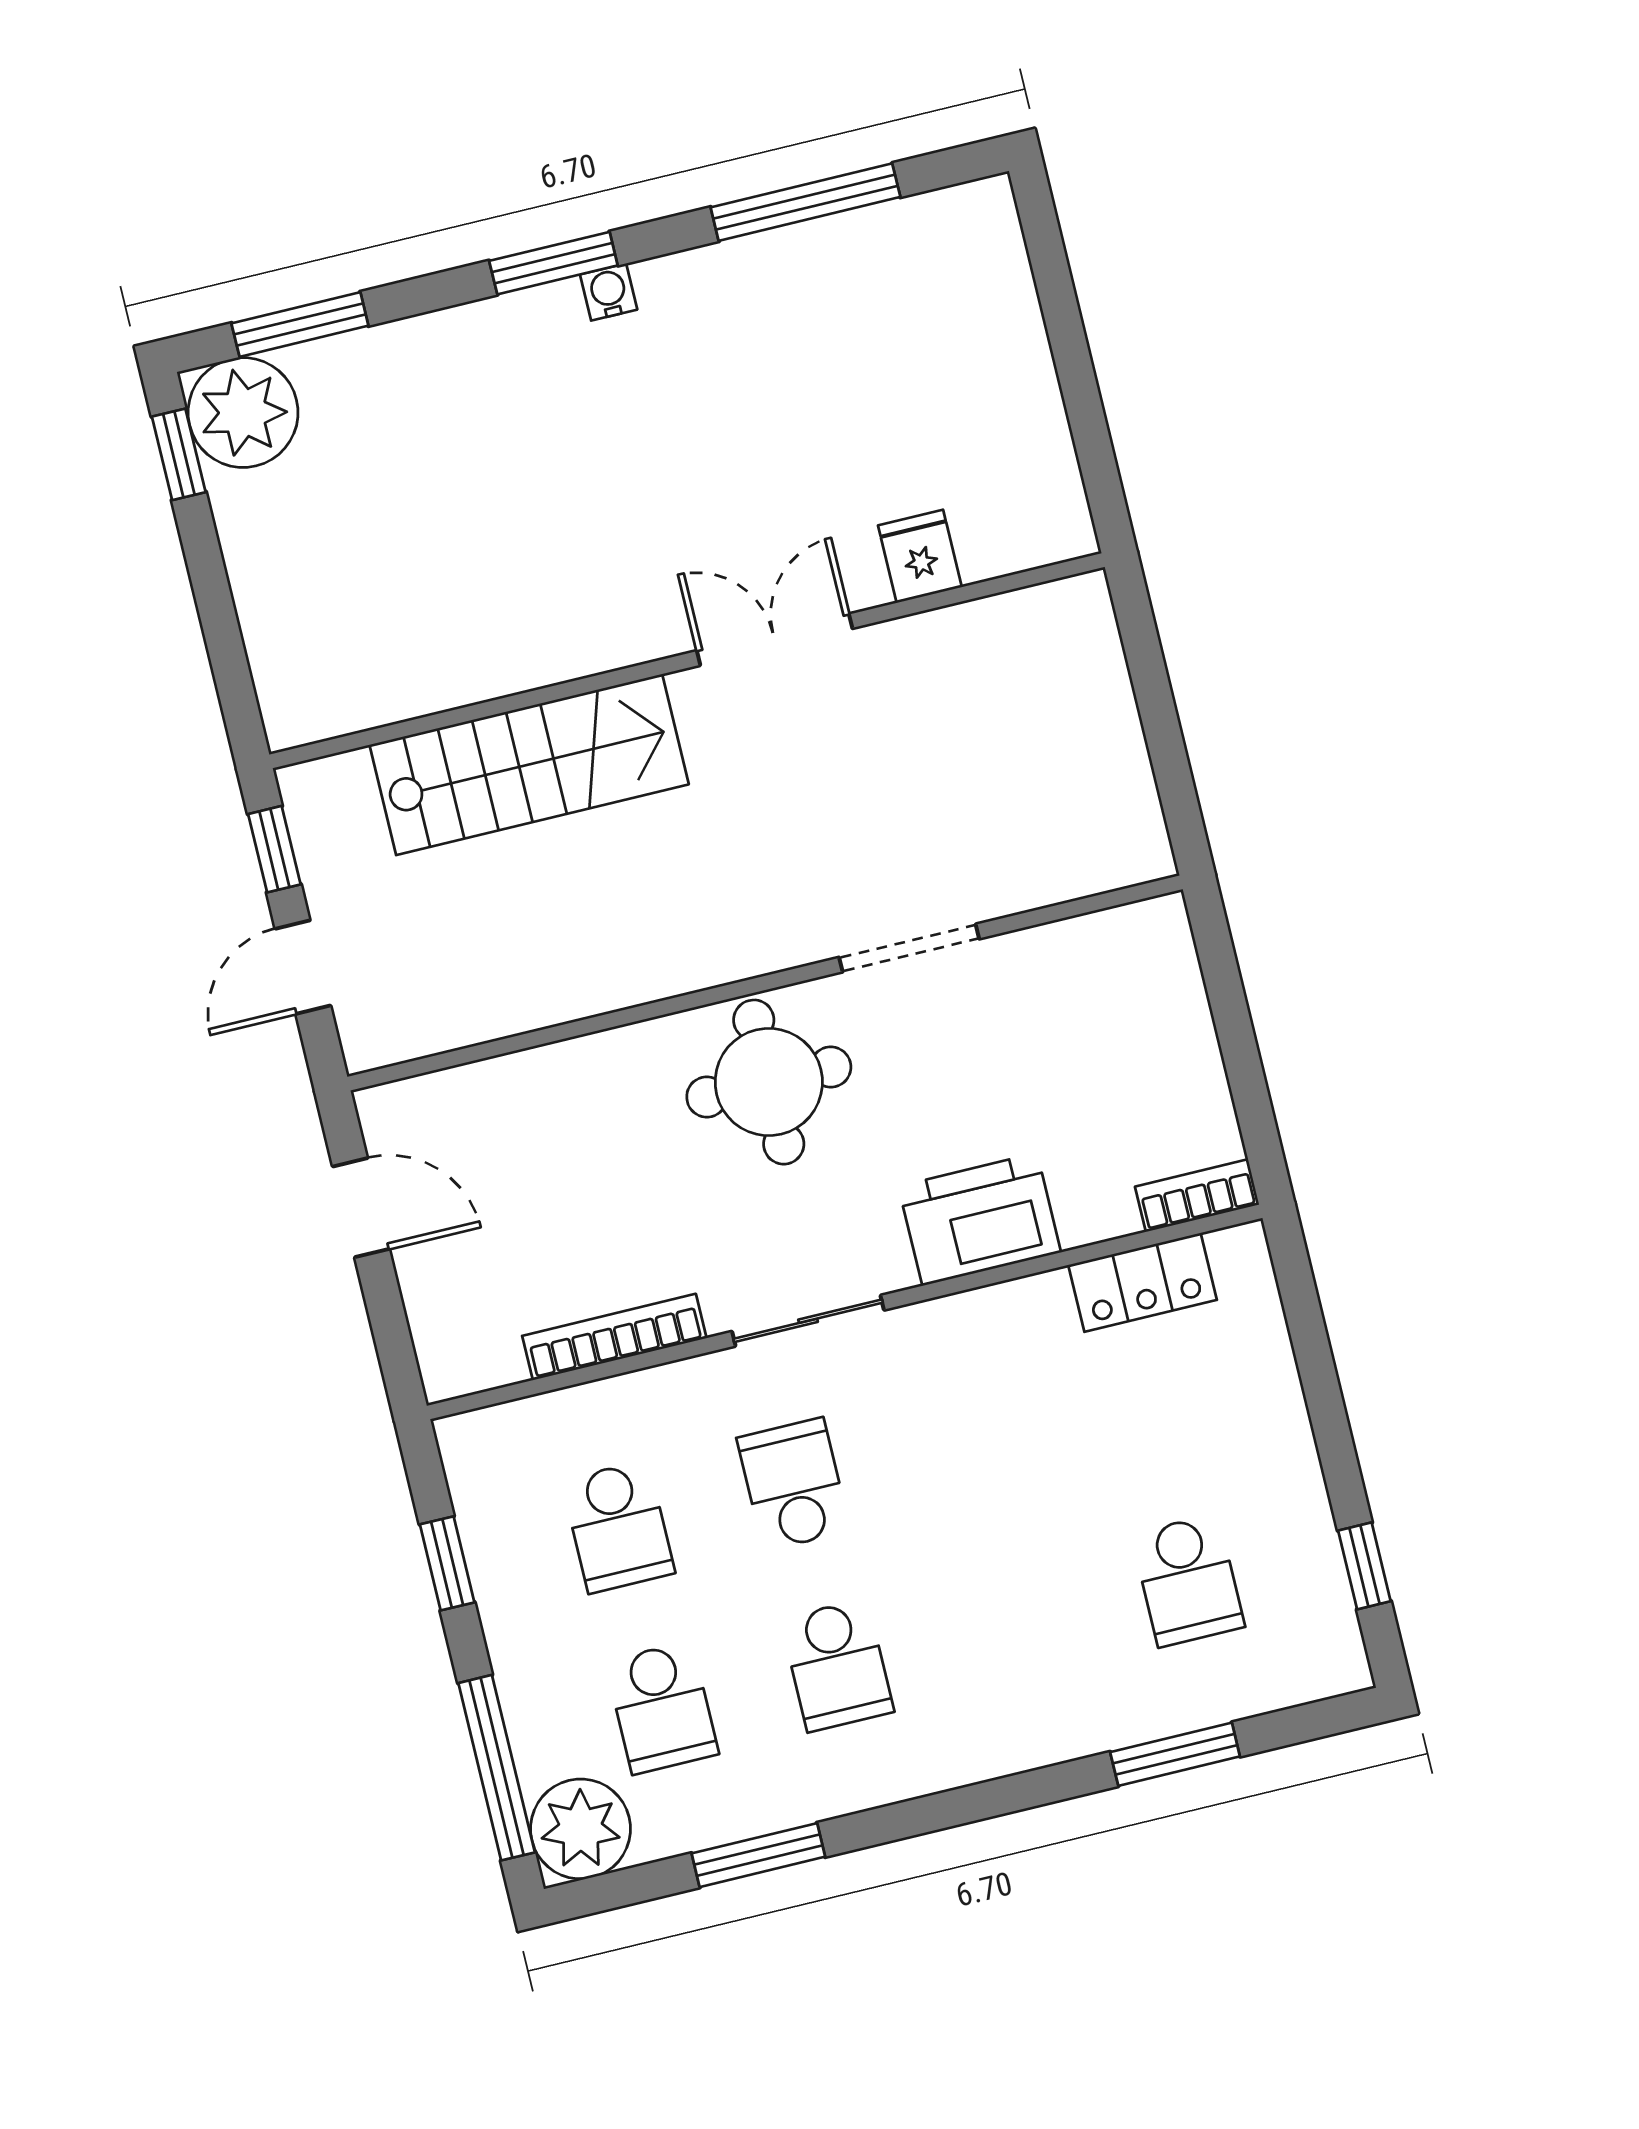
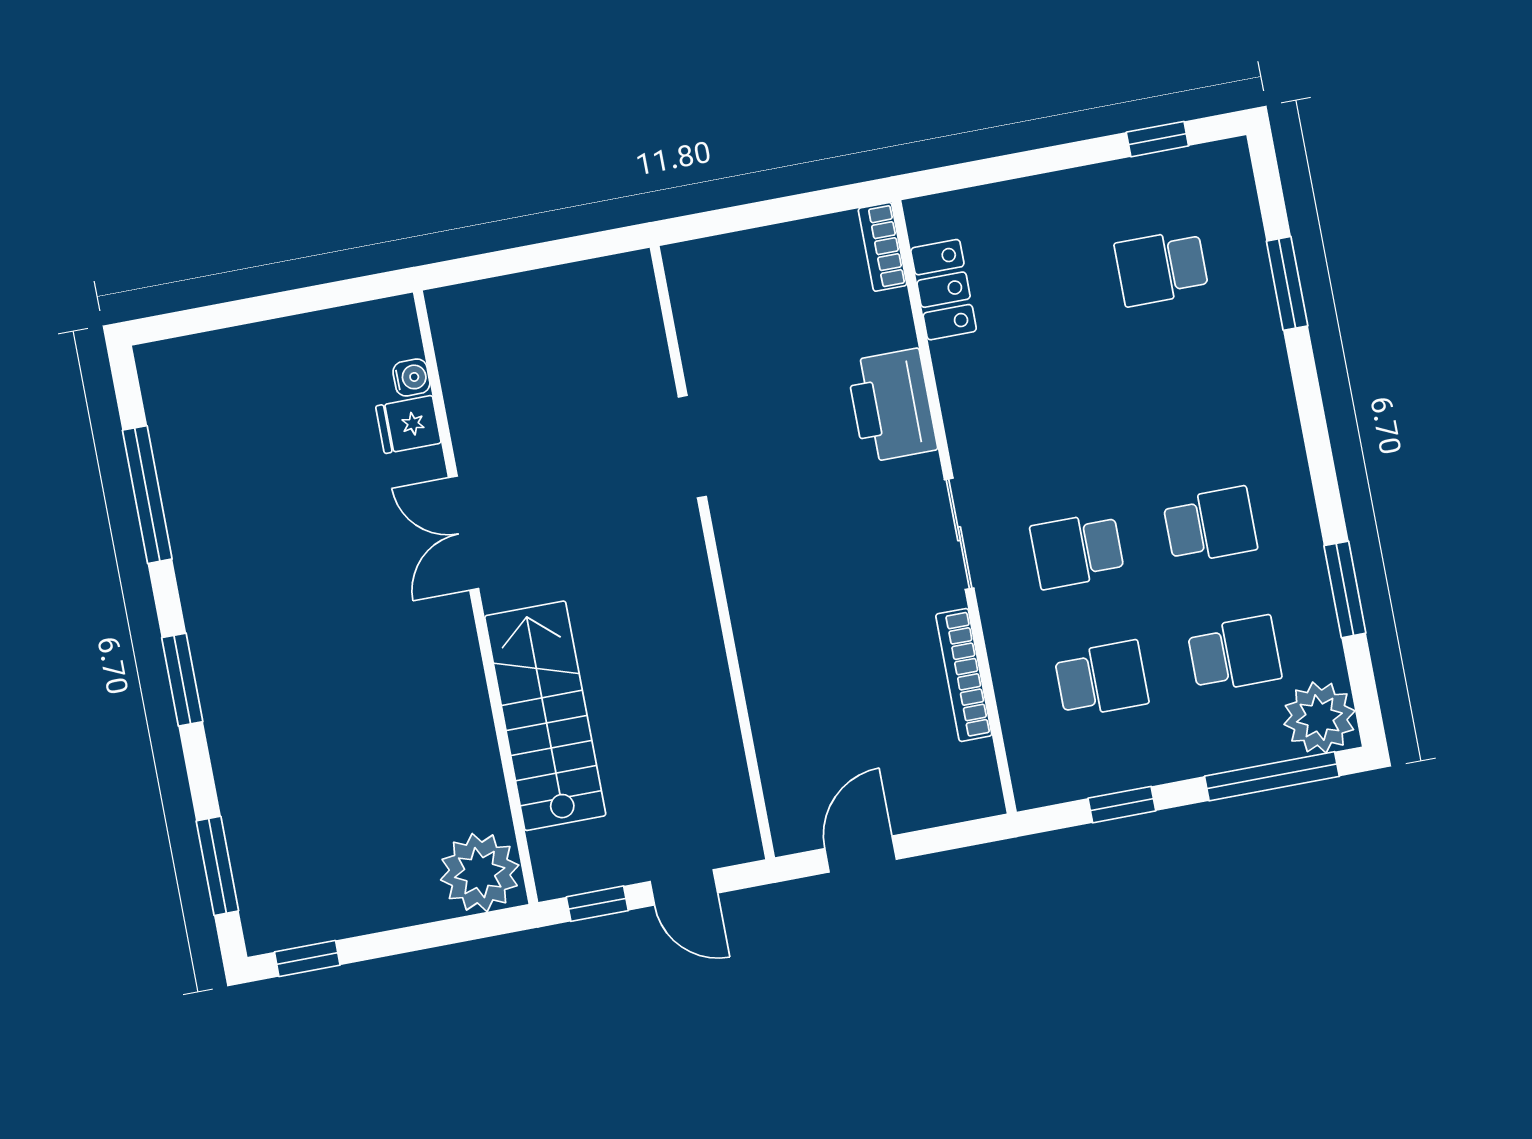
water cooler: (609, 292) -> (411, 377), moved, turned 180
plant: (243, 413) -> (480, 873), moved
round table: (769, 1082) -> (784, 553), removed
school desk: (1188, 1580) -> (1161, 268), turned 180

